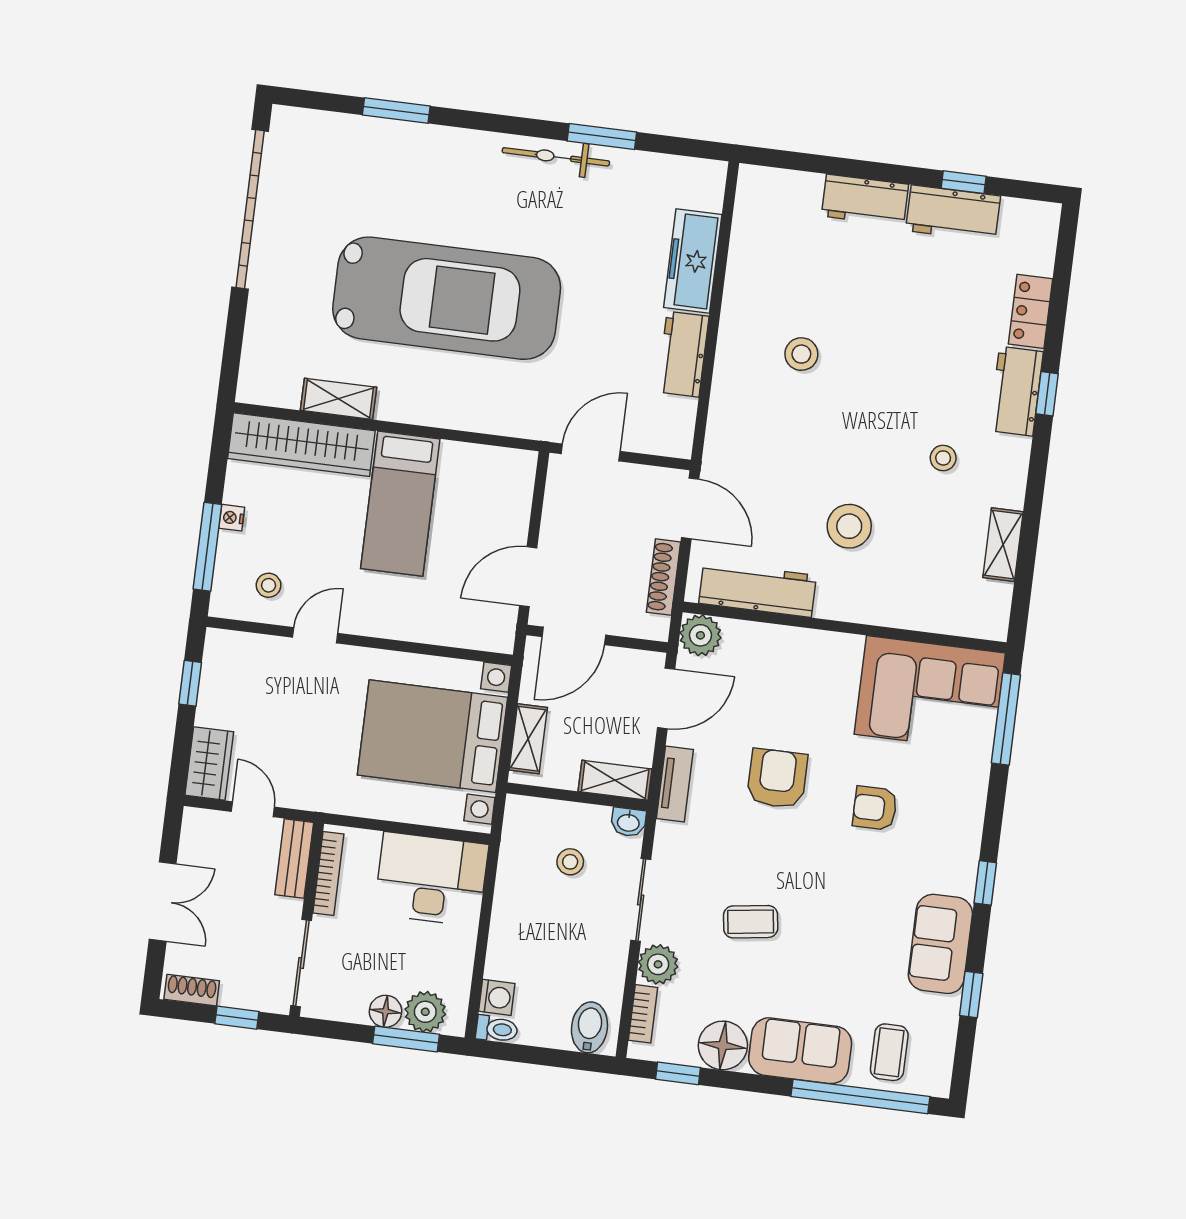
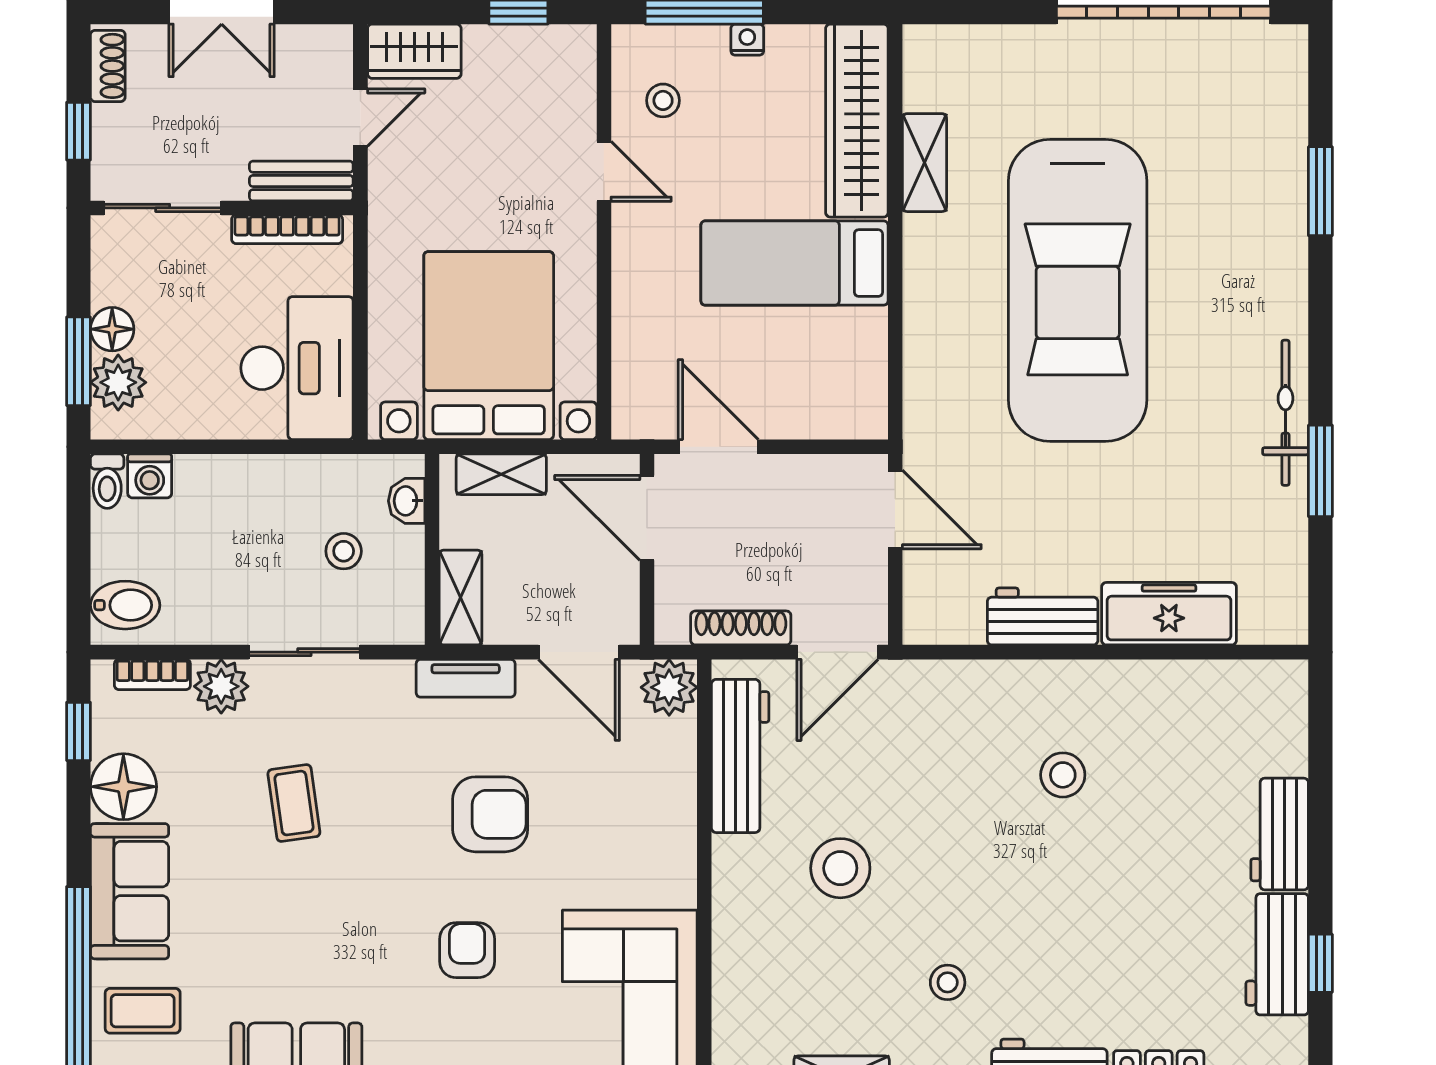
washbasin: (628, 822) -> (407, 501), moved

